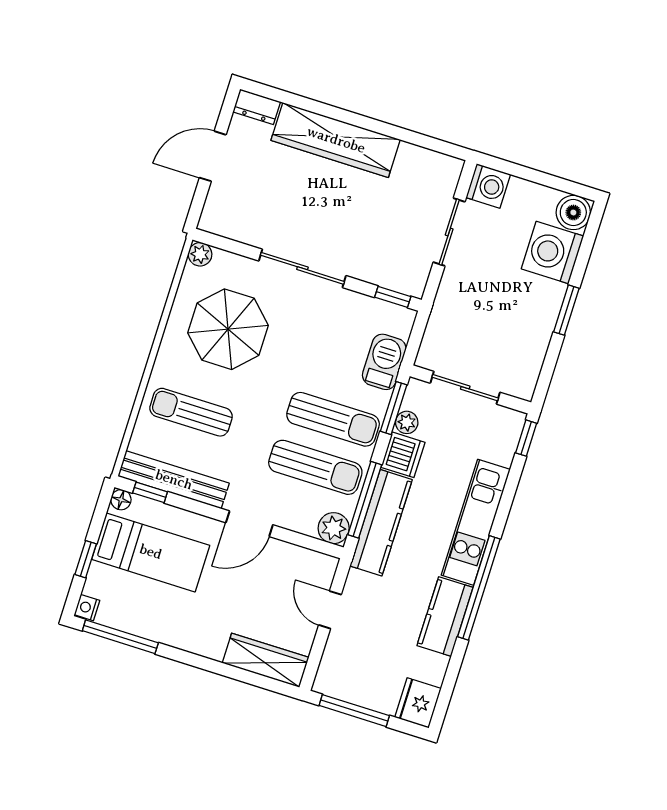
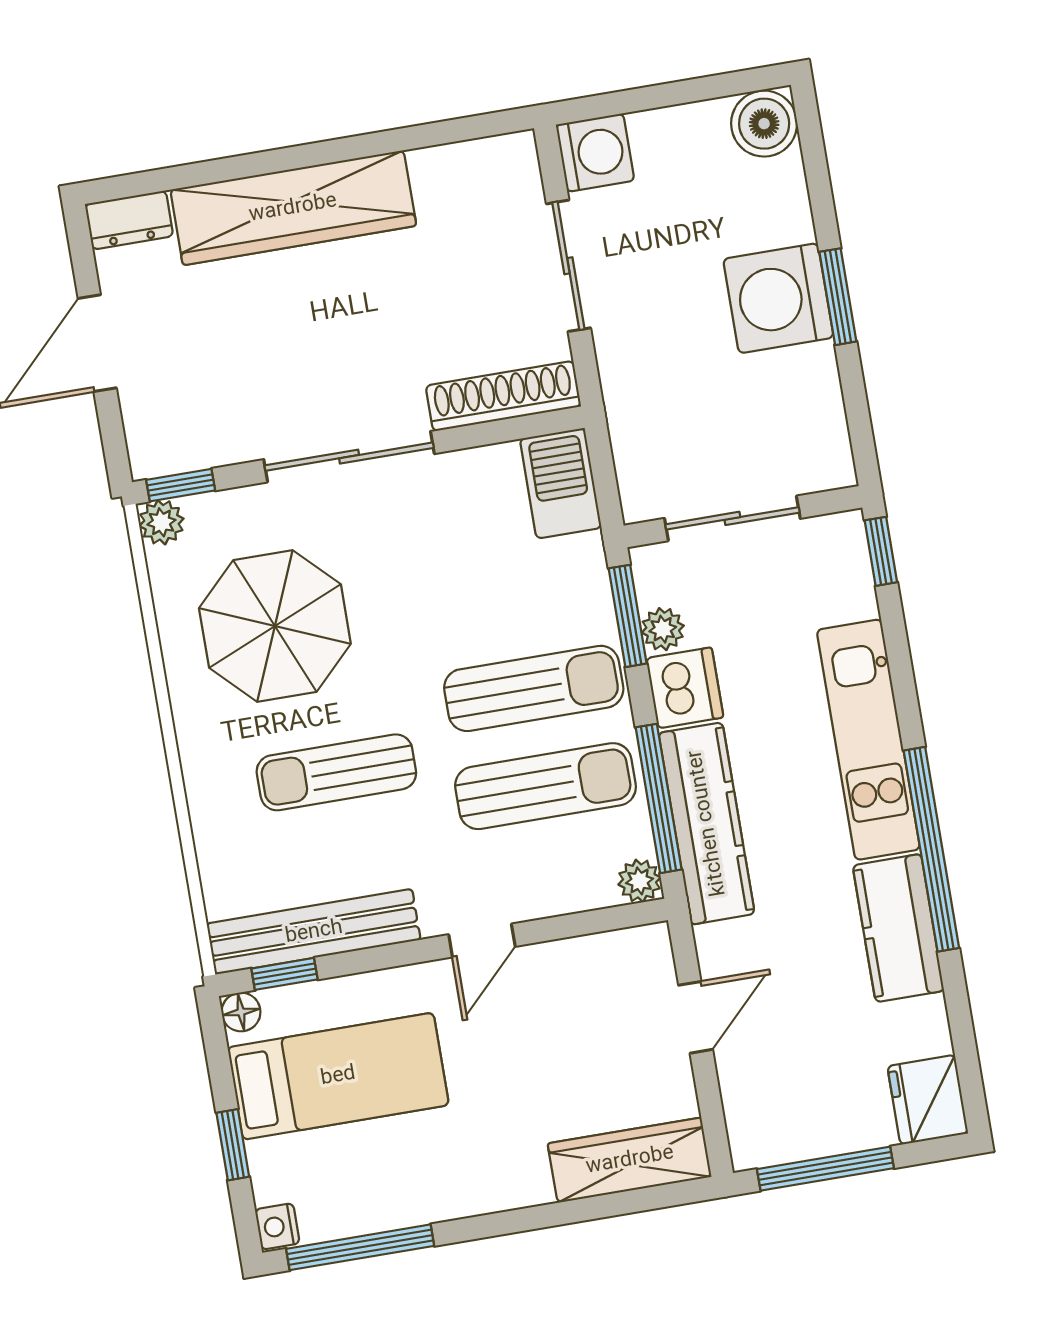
washing machine: (552, 252) -> (778, 298), moved
shoe rack: (388, 277) -> (503, 396), added
window: (393, 297) -> (181, 485), moved
barbecue: (384, 362) -> (561, 483), moved
sun lounger: (191, 412) -> (336, 772), moved
door: (249, 524) -> (482, 941), width x0.73
plant: (334, 528) -> (640, 881), width x0.73, depth x0.73
door: (330, 610) -> (696, 1017), swing flipped

